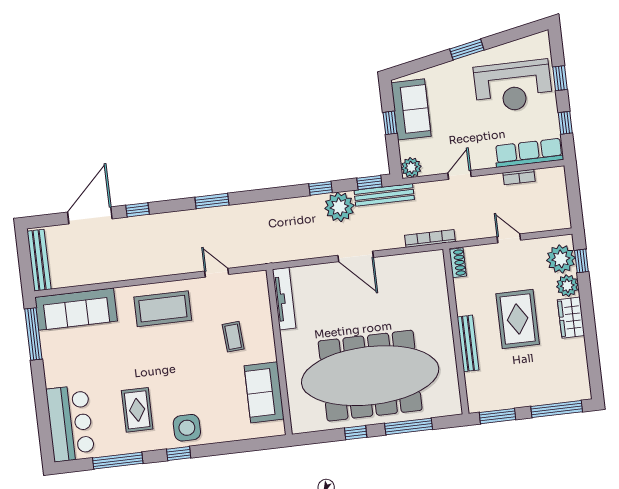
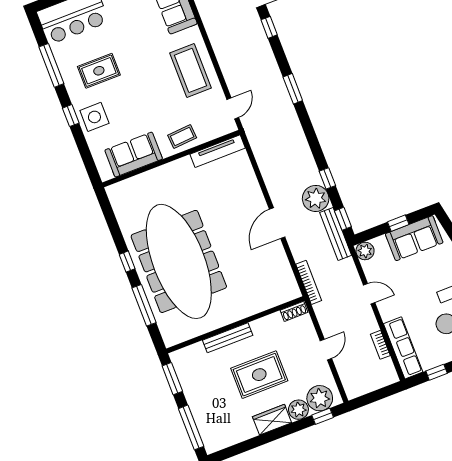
tv unit: (284, 299) -> (218, 151), moved
wall: (279, 352) -> (171, 159), moved
sofa: (264, 392) -> (134, 155), moved

